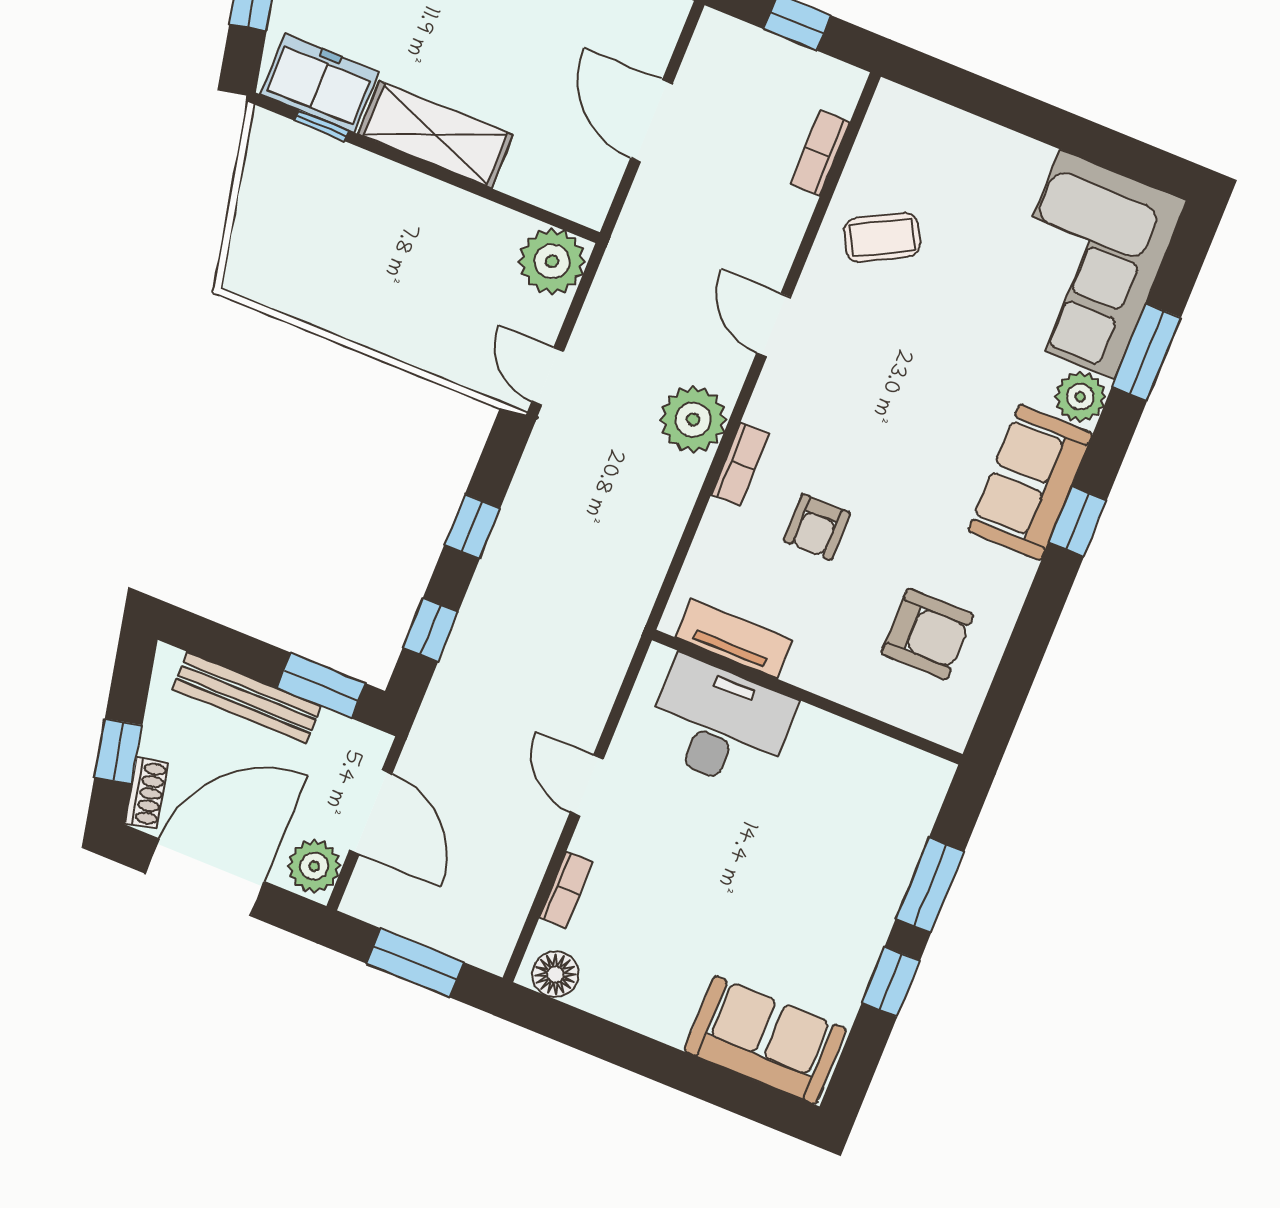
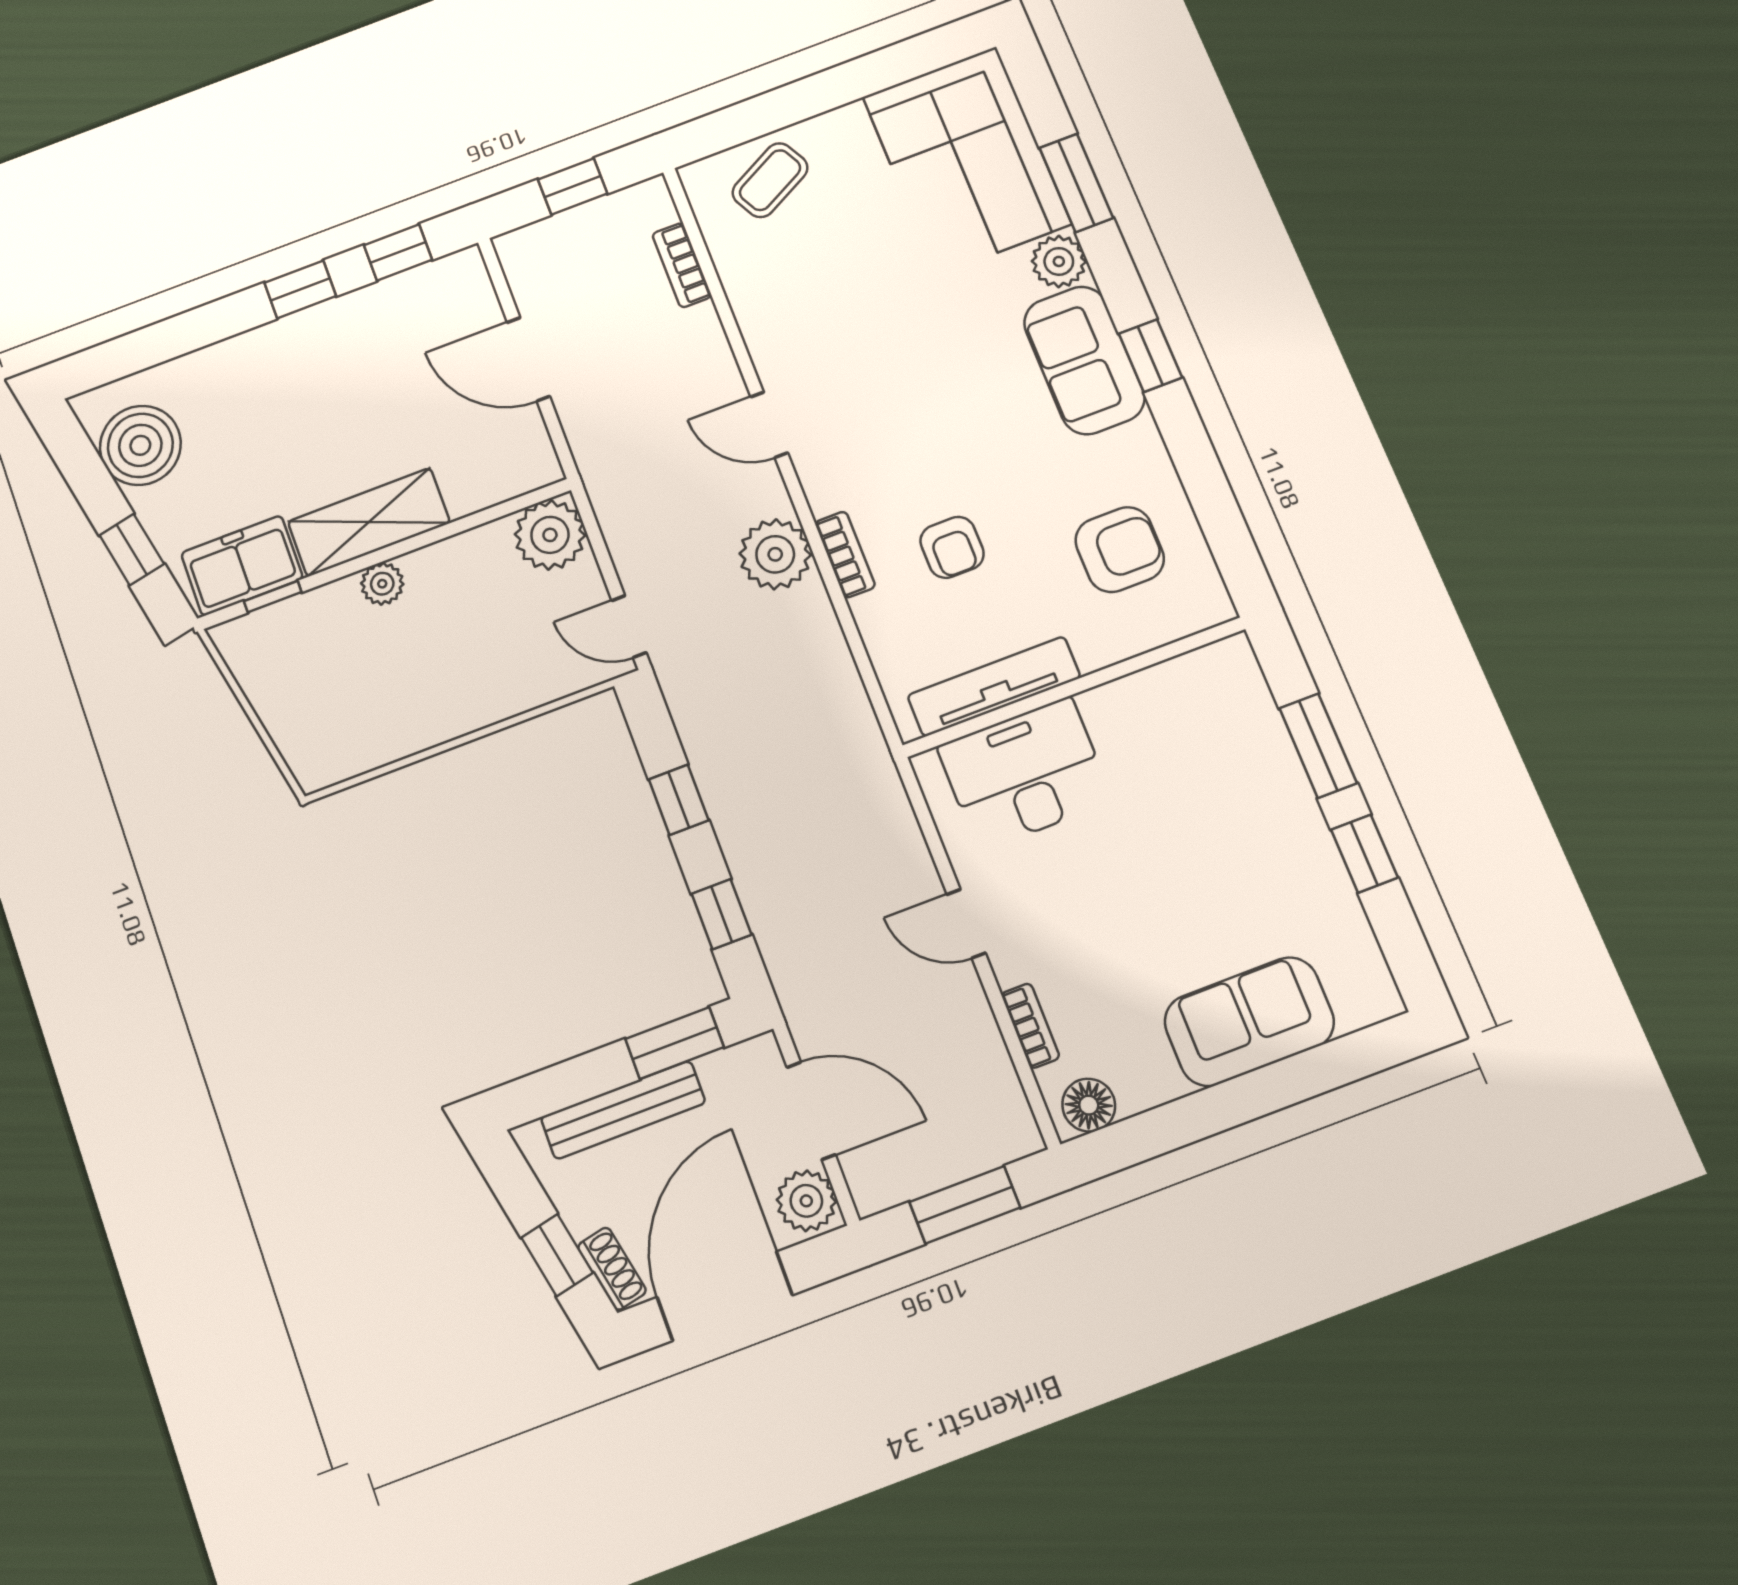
plant: (406, 188) -> (382, 584), added
coffee table: (882, 238) -> (770, 180), moved
tv unit: (734, 639) -> (994, 686), width x1.41
sofa: (765, 1040) -> (1249, 1022), moved

